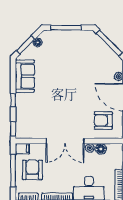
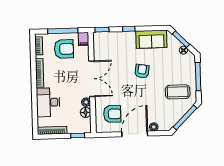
coffee table: (82, 50) -> (178, 92), added
armchair: (59, 87) -> (142, 71), added
armchair: (103, 120) -> (112, 114), turned 90
double door: (65, 141) -> (92, 79), swing flipped

